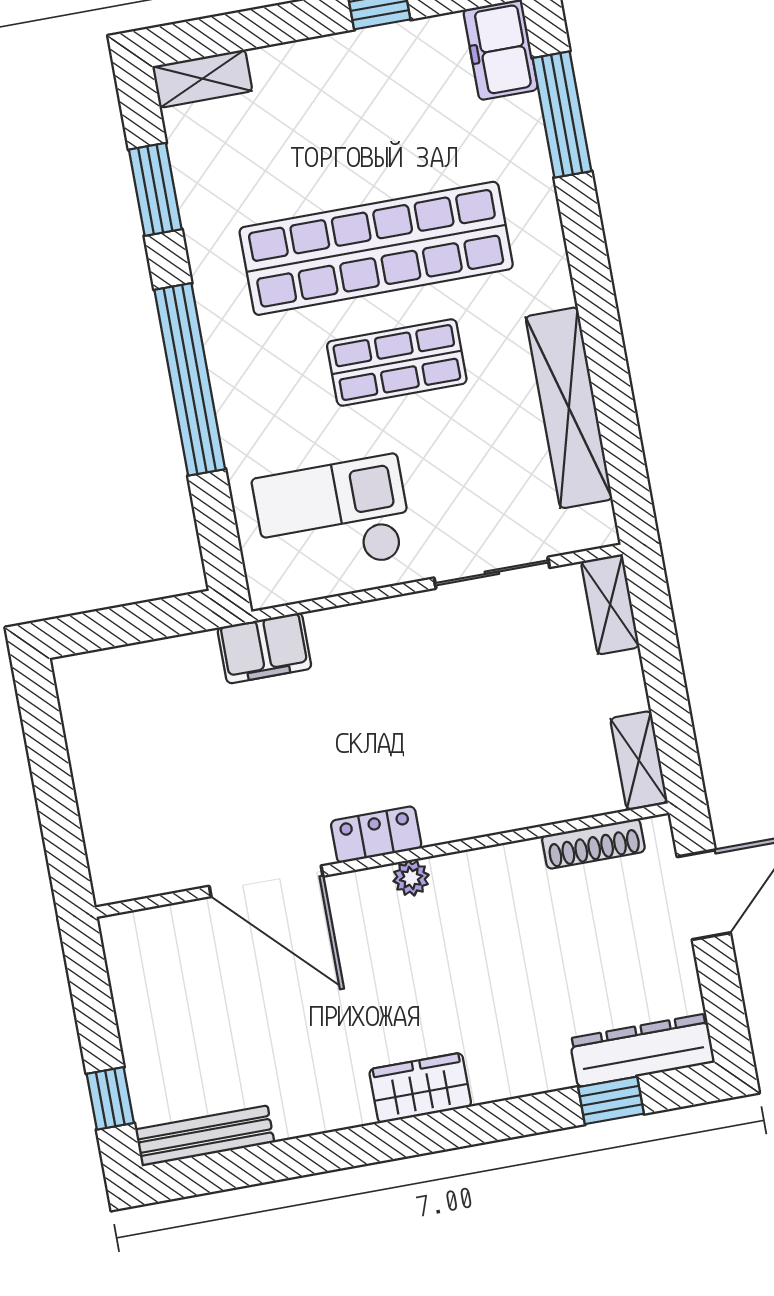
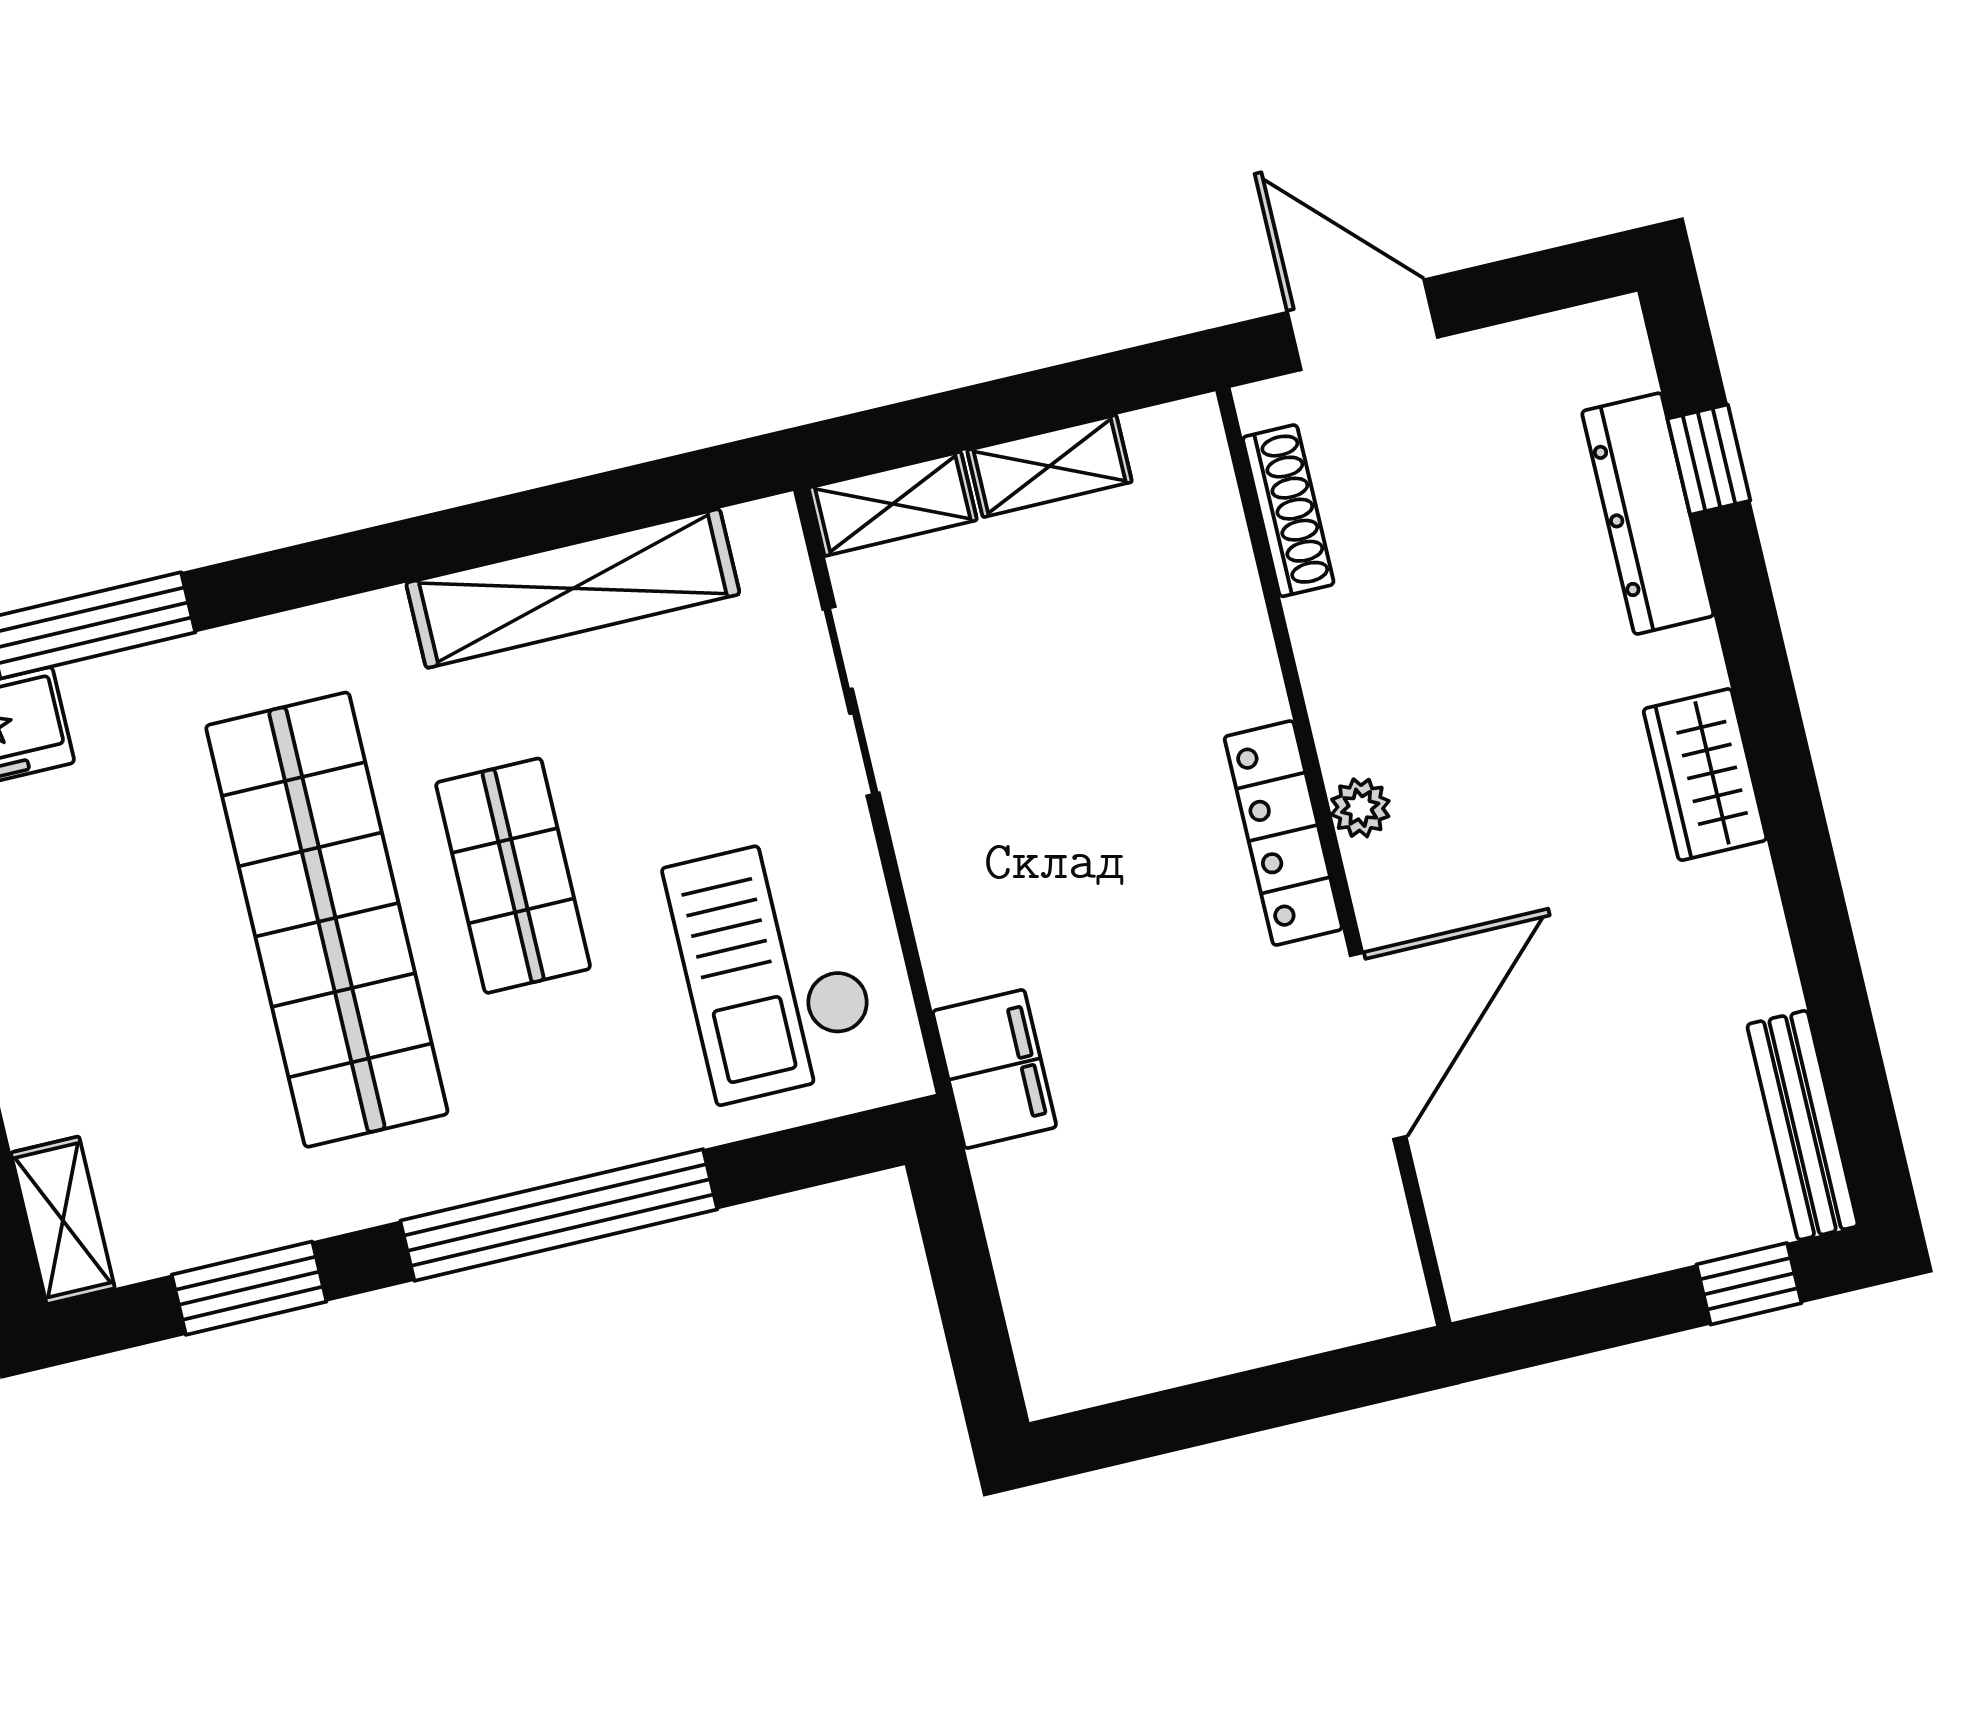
shelving: (639, 760) -> (1050, 466), moved
locker: (376, 835) -> (1283, 833), width x1.53
dresser: (642, 1050) -> (1648, 514), moved

